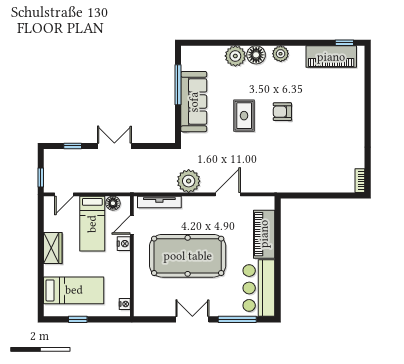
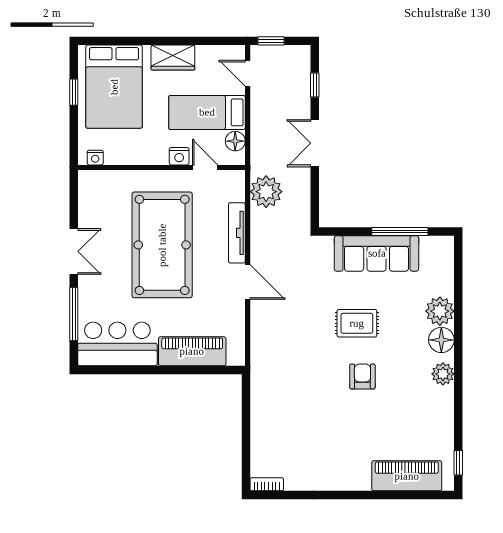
piano: (331, 57) -> (407, 476), moved, turned 90
double door: (114, 146) -> (315, 143), swing flipped
plant: (189, 181) -> (266, 192), moved
door: (228, 194) -> (248, 282), moved
tv unit: (159, 202) -> (237, 233), moved
bed: (74, 290) -> (114, 87), width x1.50

